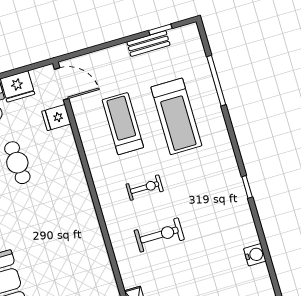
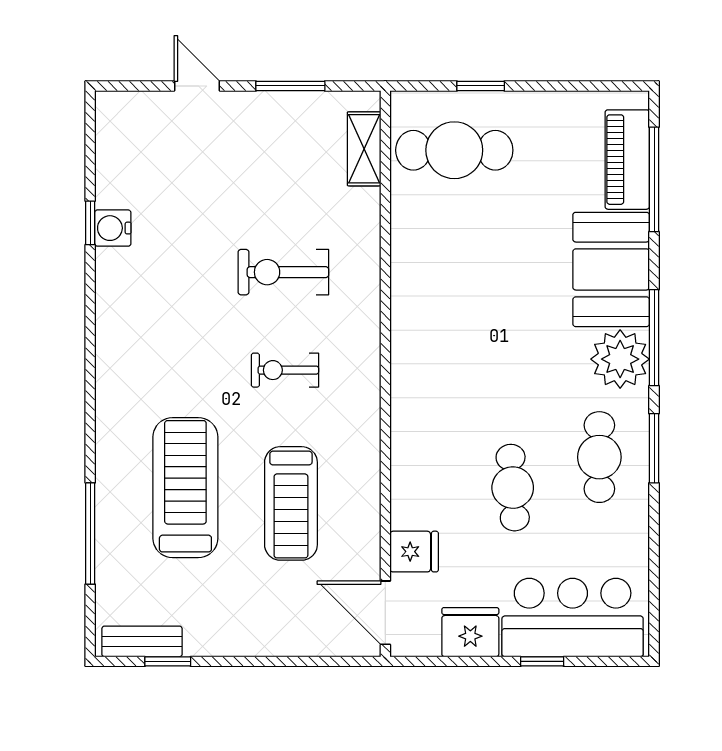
bench: (148, 43) -> (142, 641), moved
window: (247, 187) -> (90, 223), moved
water cooler: (255, 255) -> (113, 228), moved

